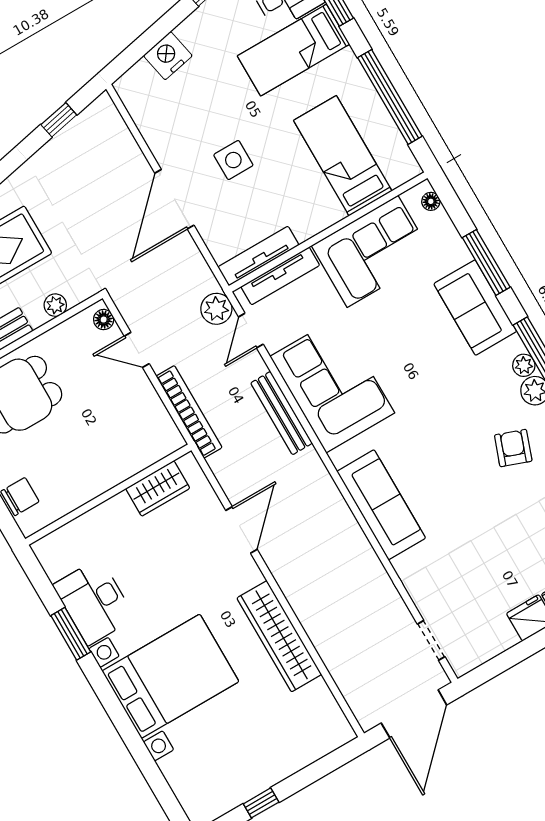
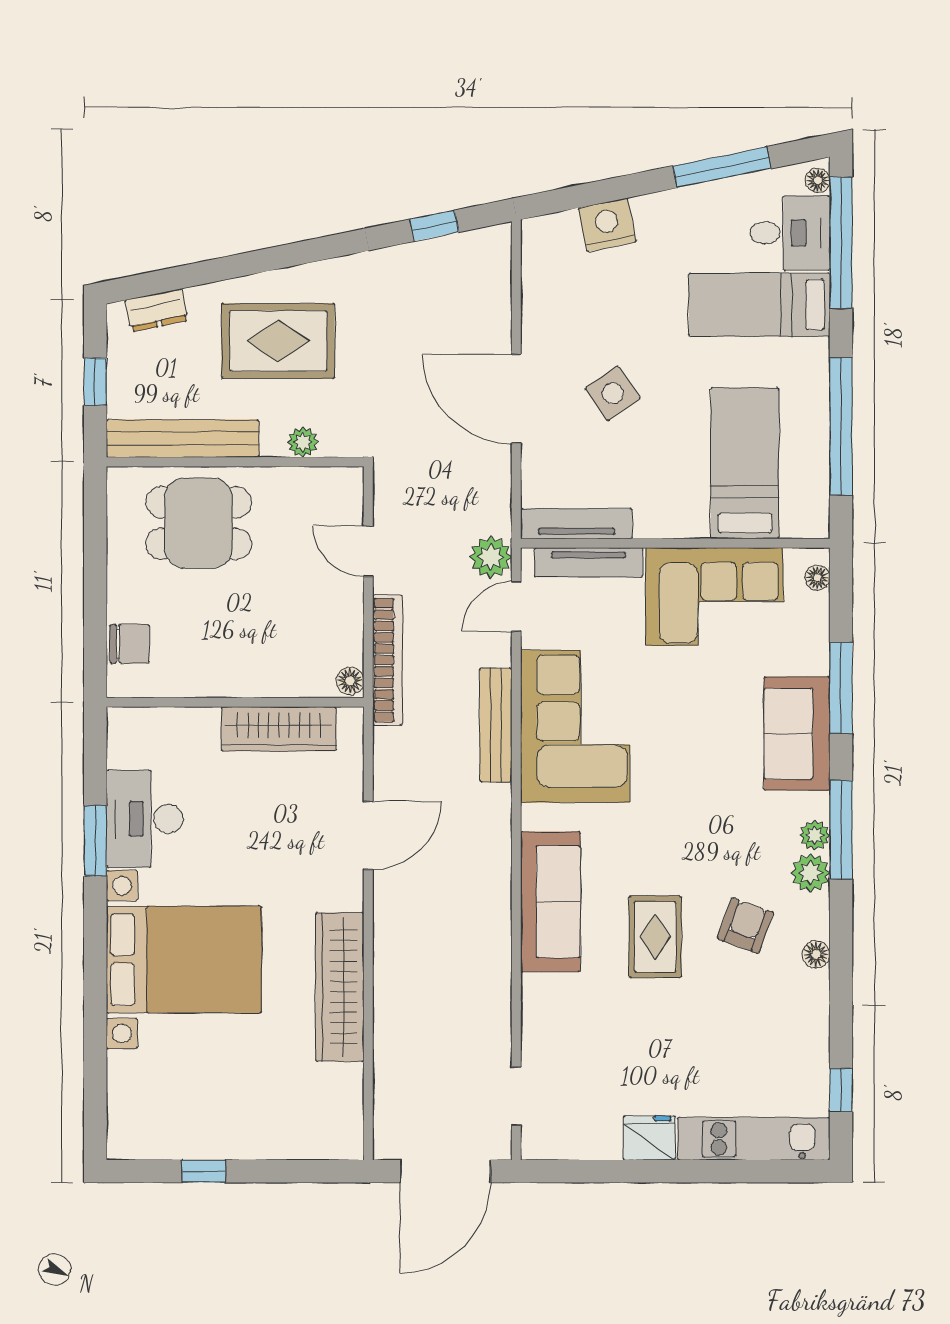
side table: (233, 160) -> (613, 393), turned -35
door: (174, 199) -> (516, 399), hinge flipped
floor lamp: (104, 320) -> (350, 681), moved
wardrobe: (158, 488) -> (279, 729), width x1.50
rug: (460, 488) -> (655, 937), added

